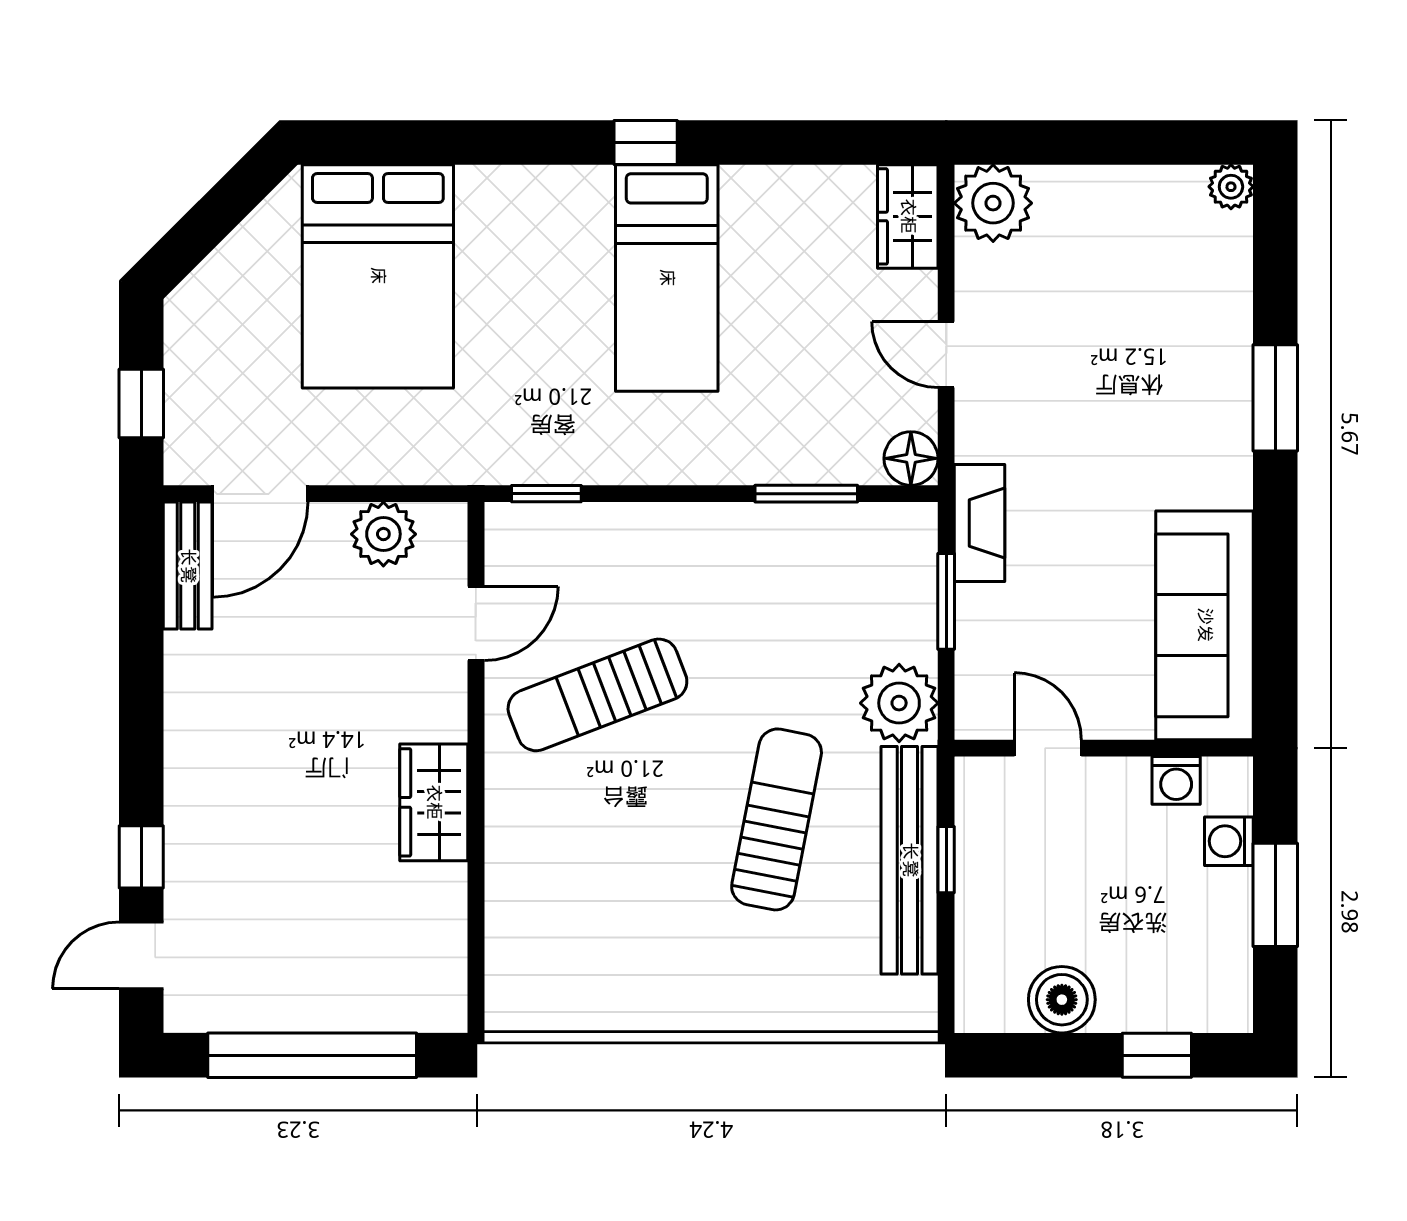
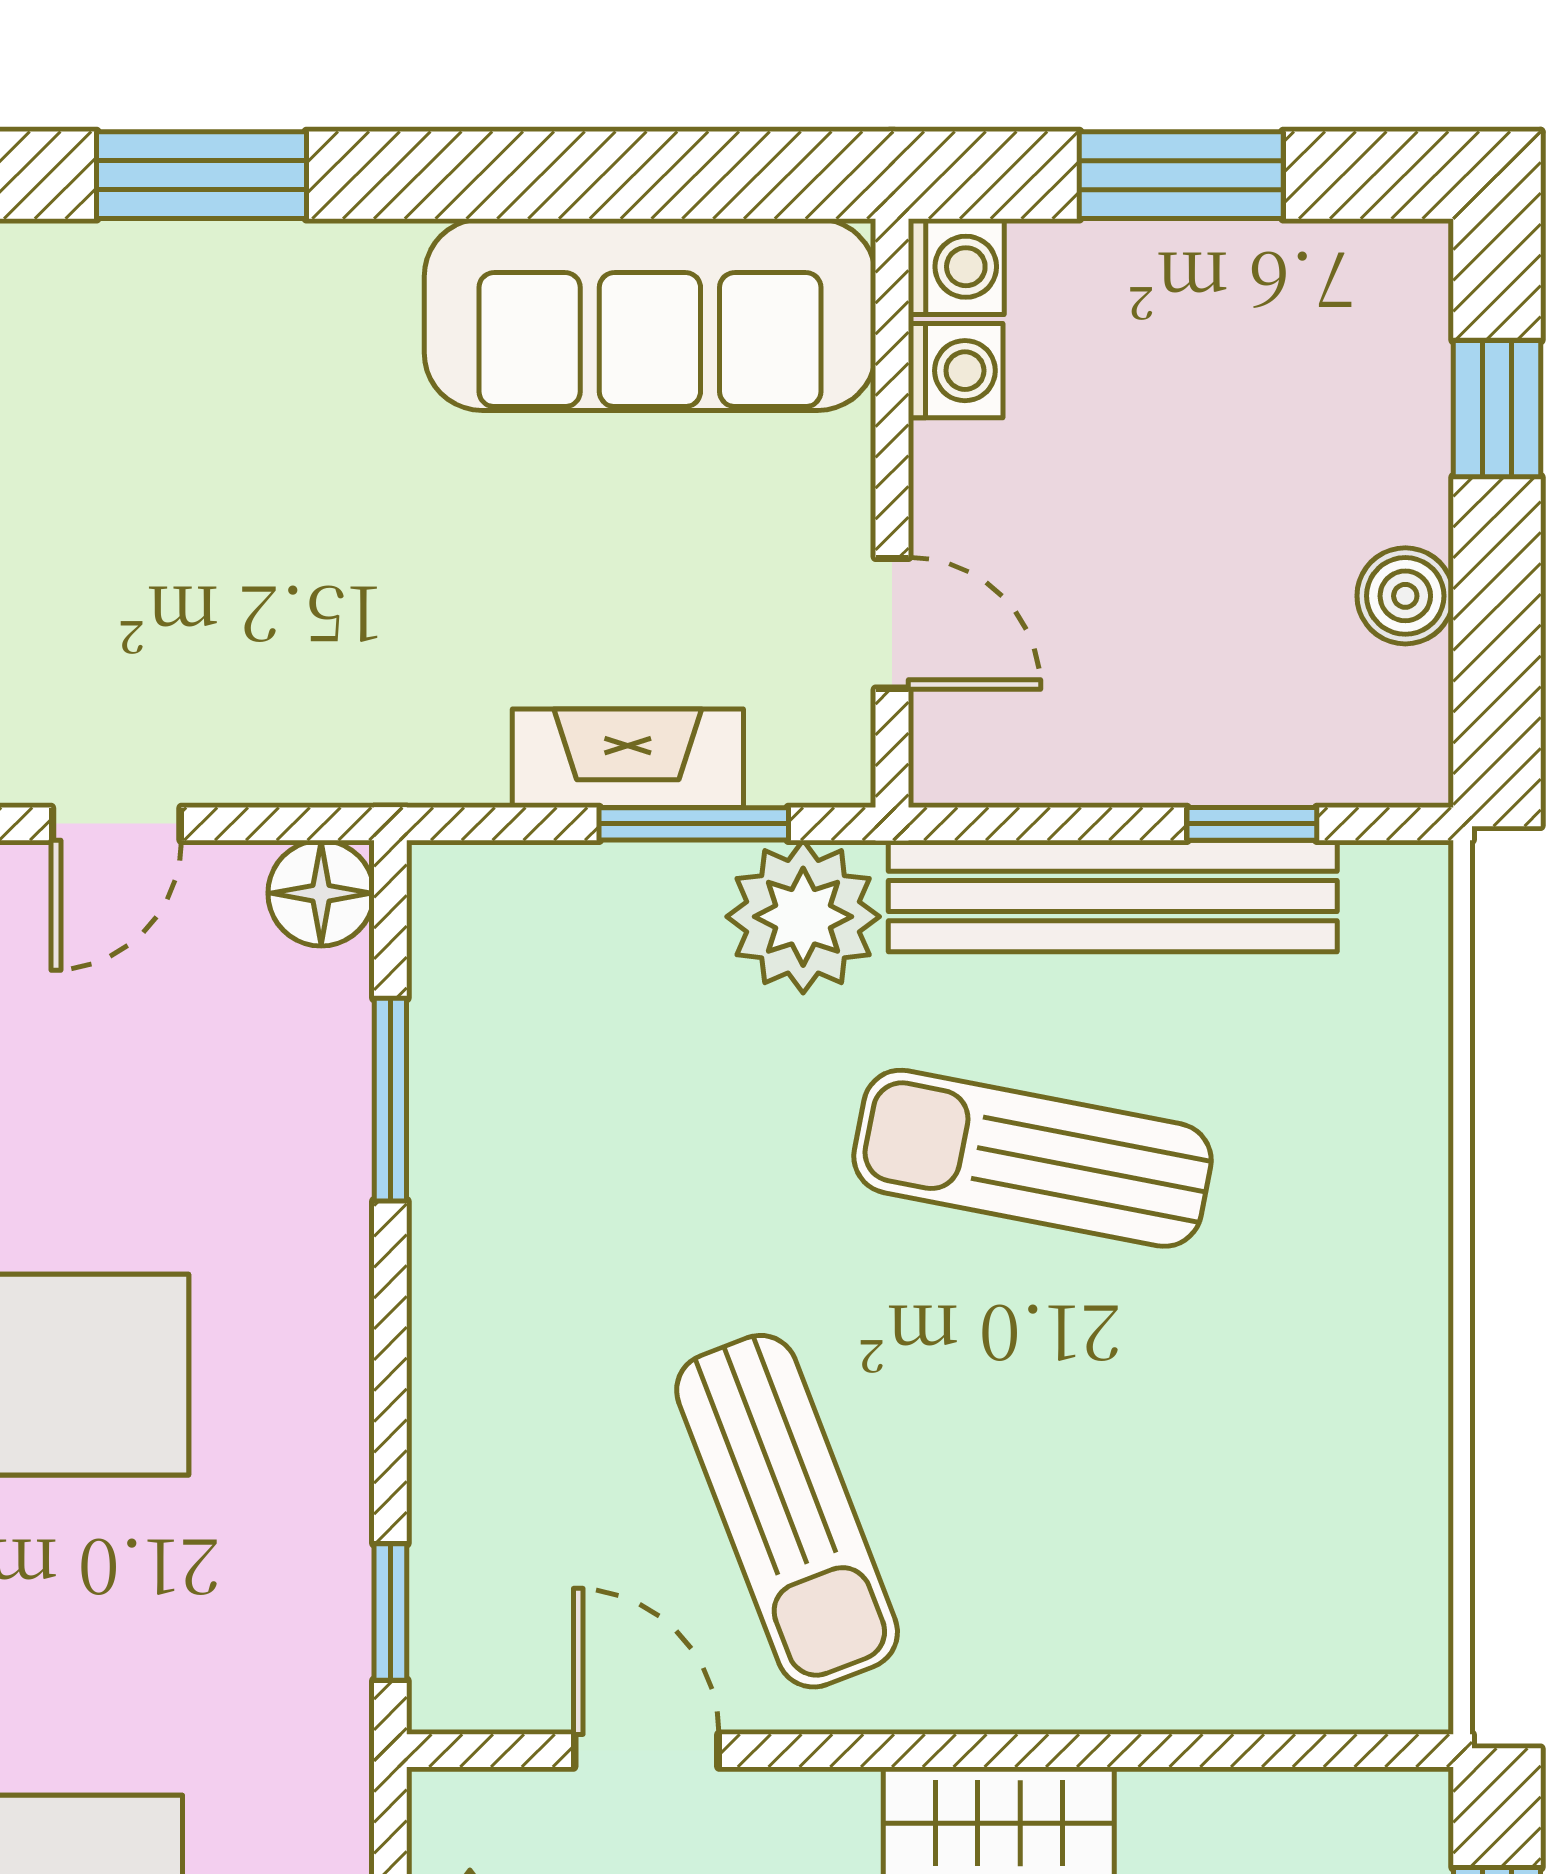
fireplace: (980, 523) -> (628, 758), moved
window: (946, 601) -> (694, 824), moved
door: (1048, 748) -> (892, 623), swing flipped
washing machine: (1229, 841) -> (956, 267), moved, turned -90
window: (946, 860) -> (1252, 824), moved
boiler: (1062, 1000) -> (1405, 596), width x0.73, depth x0.73

